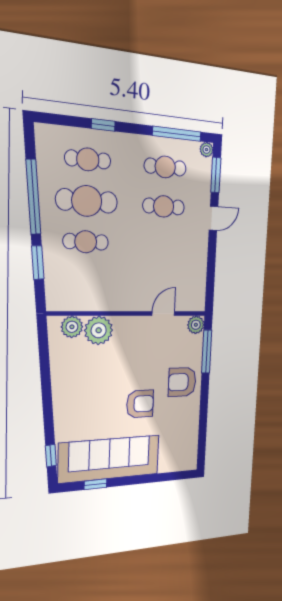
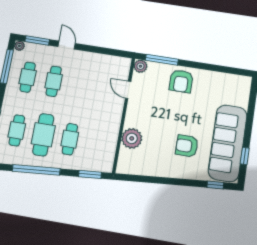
window: (38, 263) -> (90, 174), moved
plant: (72, 327) -> (126, 157), removed
armchair: (140, 404) -> (187, 146), moved, turned -90

